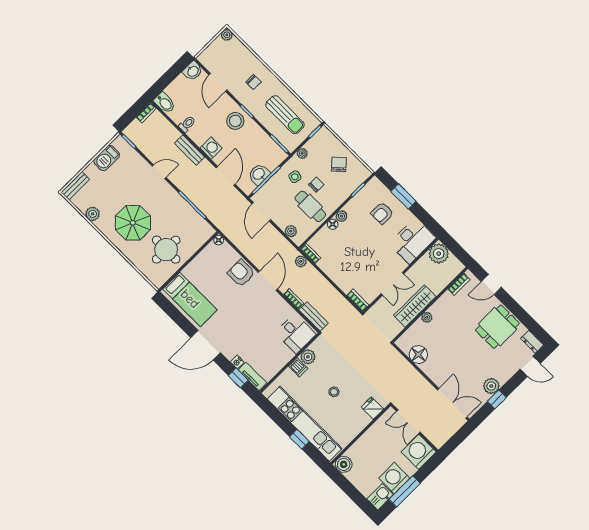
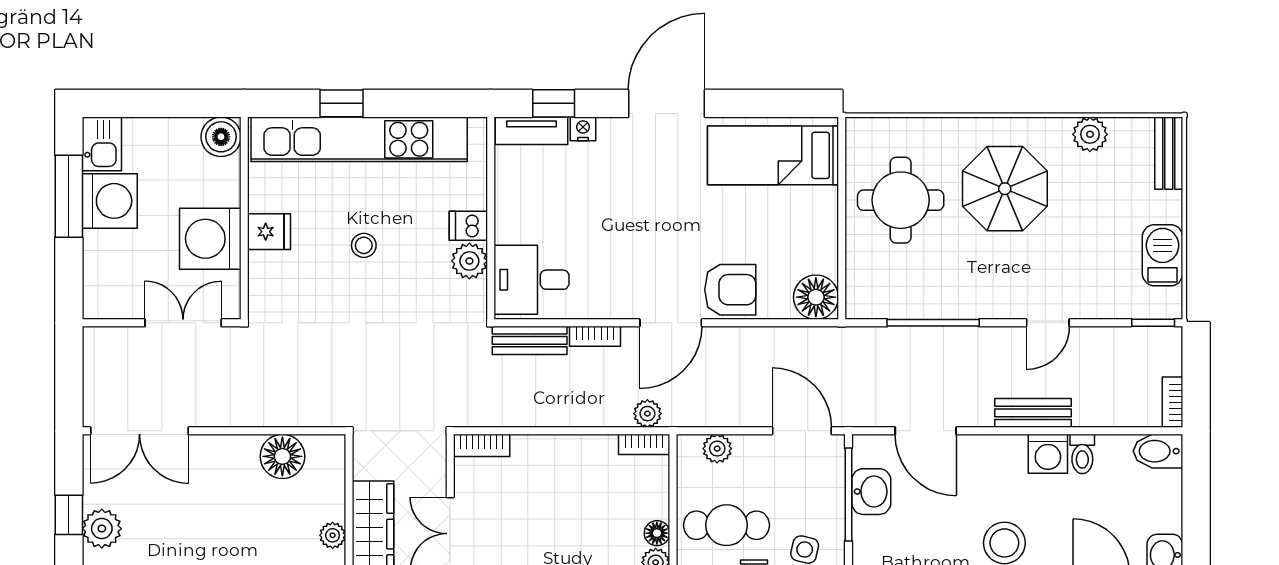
washing machine: (211, 148) -> (1048, 454), moved
floor lamp: (219, 240) -> (816, 297), width x1.89, depth x1.89
door: (268, 281) -> (671, 323), hinge flipped
fridge: (372, 408) -> (269, 232), moved
washing machine: (419, 452) -> (210, 239), moved, turned 180

